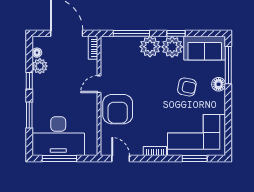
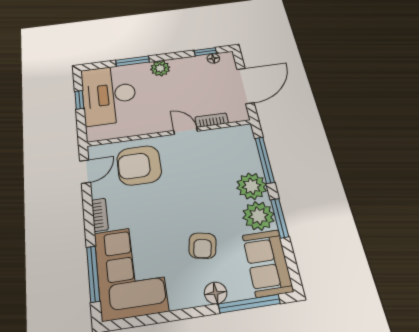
window: (176, 33) -> (280, 218), width x1.50
bookcase: (93, 48) -> (212, 120), moved
plant: (40, 66) -> (160, 68), moved
window: (29, 81) -> (205, 52), moved
armchair: (118, 109) -> (139, 165), moved
window: (59, 158) -> (79, 100), width x0.46
window: (195, 158) -> (93, 274), width x1.44

